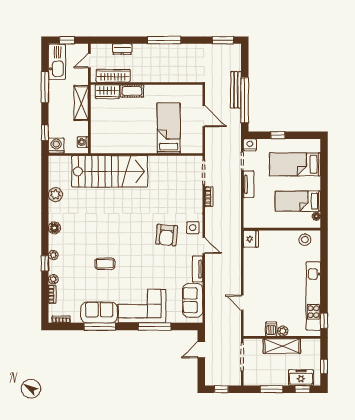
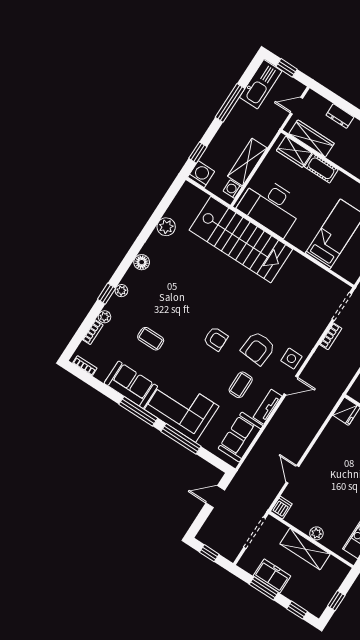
shelving: (81, 103) -> (247, 162), moved
desk: (115, 137) -> (271, 206), added
door: (204, 245) -> (291, 386), hinge flipped
armchair: (135, 247) -> (216, 339), added
coffee table: (105, 264) -> (151, 339), moved
coffee table: (171, 266) -> (241, 385), added
window: (100, 327) -> (138, 411), moved
dishwasher: (271, 329) -> (281, 508), moved
freezer: (301, 378) -> (272, 576), moved

